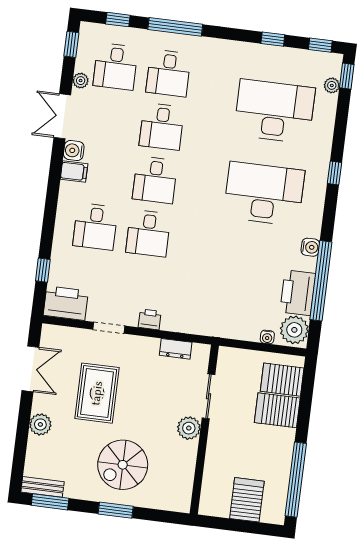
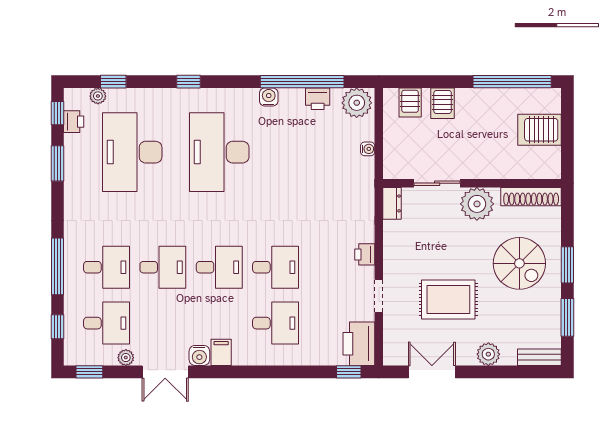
window: (273, 39) -> (58, 163), width x1.50
printer: (310, 59) -> (74, 122), added
window: (347, 76) -> (113, 82), moved
window: (43, 270) -> (349, 372), moved
printer: (298, 293) -> (318, 99), width x0.53, depth x0.68
water cooler: (267, 337) -> (368, 149), moved
dresser: (176, 349) -> (392, 203), moved
server rack: (282, 380) -> (410, 103), width x0.73, depth x0.70
server rack: (277, 410) -> (443, 103), width x0.73, depth x0.70
plant: (189, 428) -> (477, 204), width x1.36, depth x1.36
shoe rack: (184, 484) -> (531, 197), added
bench: (42, 487) -> (539, 357), moved, turned 90
window: (50, 502) -> (567, 317), moved

